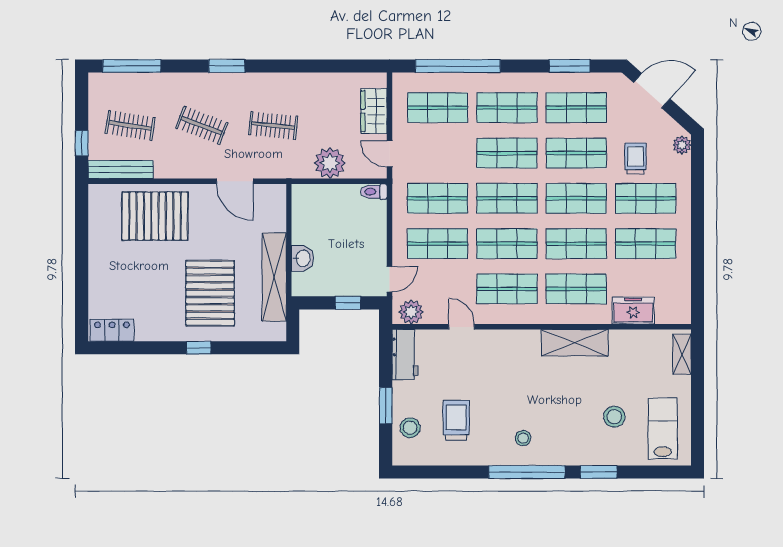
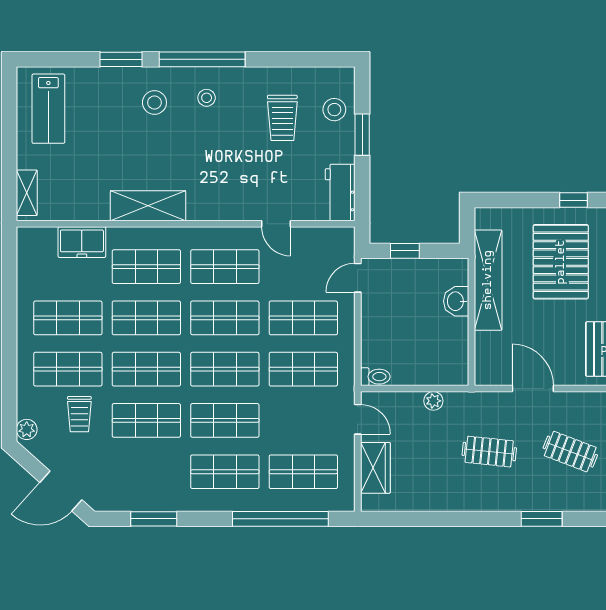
shop shelf: (576, 108) -> (146, 472), removed
plant: (330, 163) -> (433, 401), width x0.53, depth x0.53
plant: (411, 312) -> (333, 241), removed
stool: (614, 417) -> (154, 102), moved

